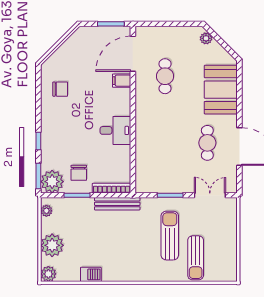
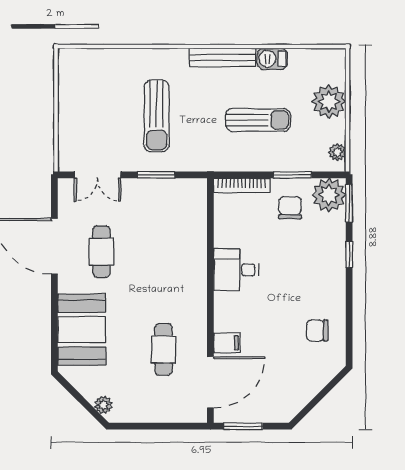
bench: (117, 204) -> (222, 57), moved
sun lounger: (196, 258) -> (258, 120), moved, turned 90
plant: (48, 274) -> (334, 60), removed

